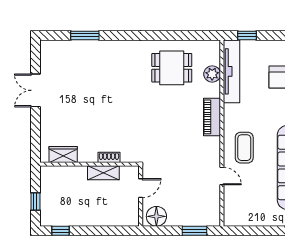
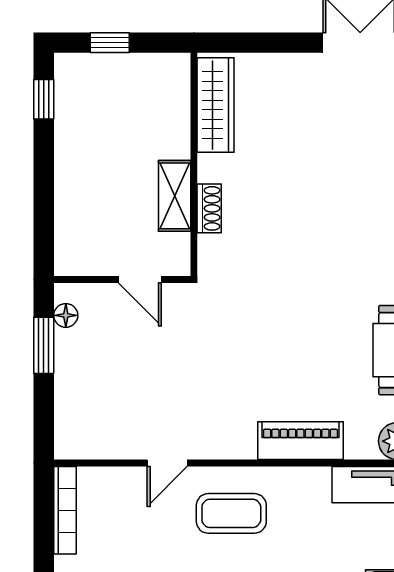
wardrobe: (63, 155) -> (216, 105), width x1.50
floor lamp: (156, 216) -> (66, 315), width x0.53, depth x0.53
bookcase: (243, 221) -> (65, 510), added
window: (194, 231) -> (44, 345), moved

